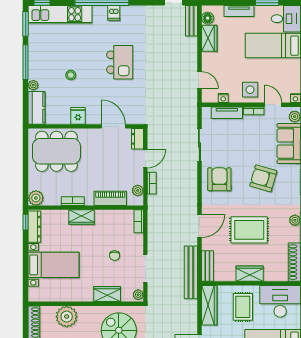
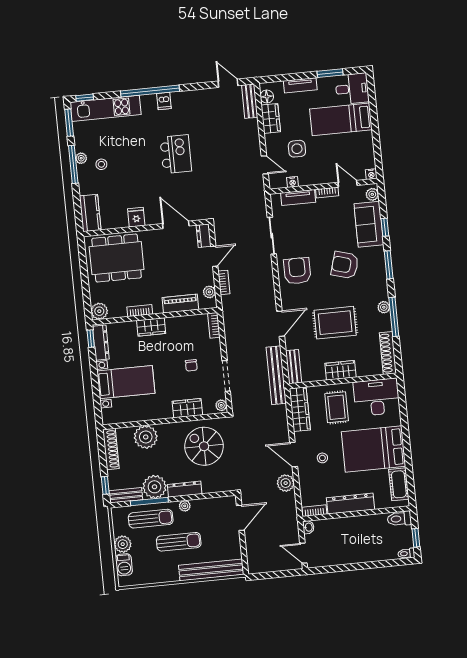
stool: (71, 75) -> (101, 164), moved
plant: (33, 85) -> (81, 158), moved
side table: (250, 90) -> (297, 149), moved

